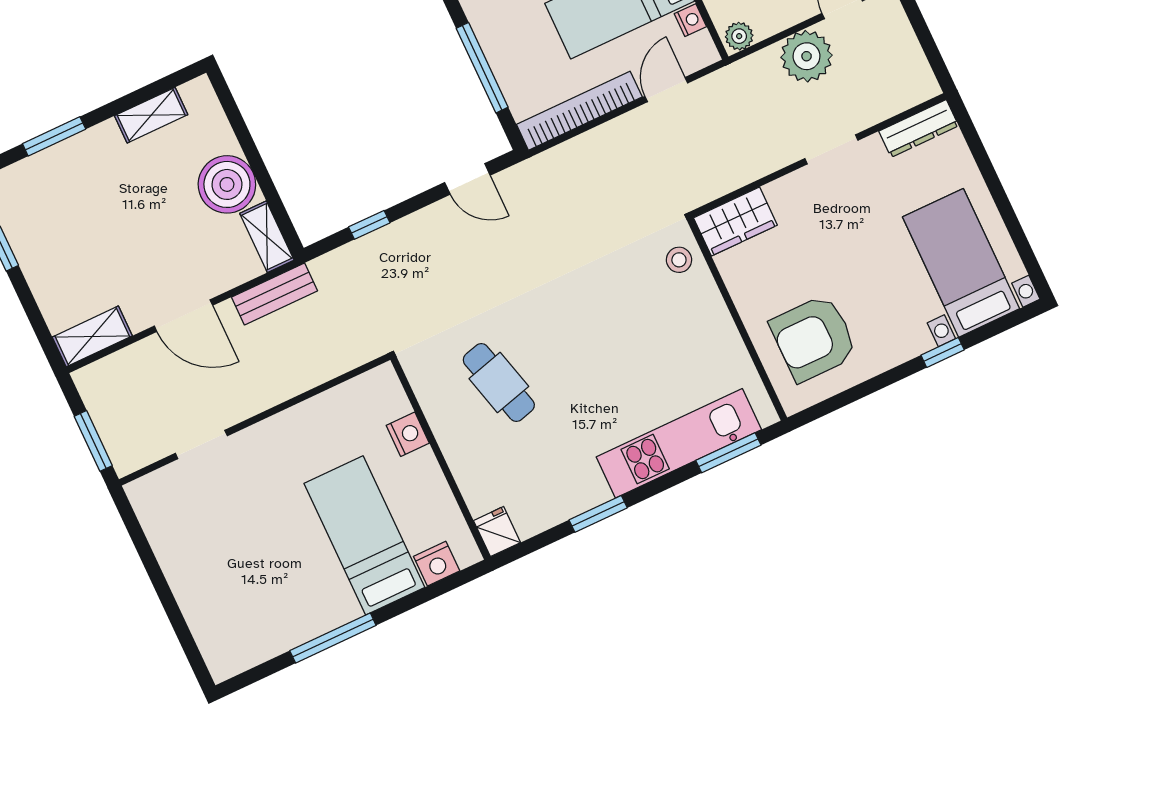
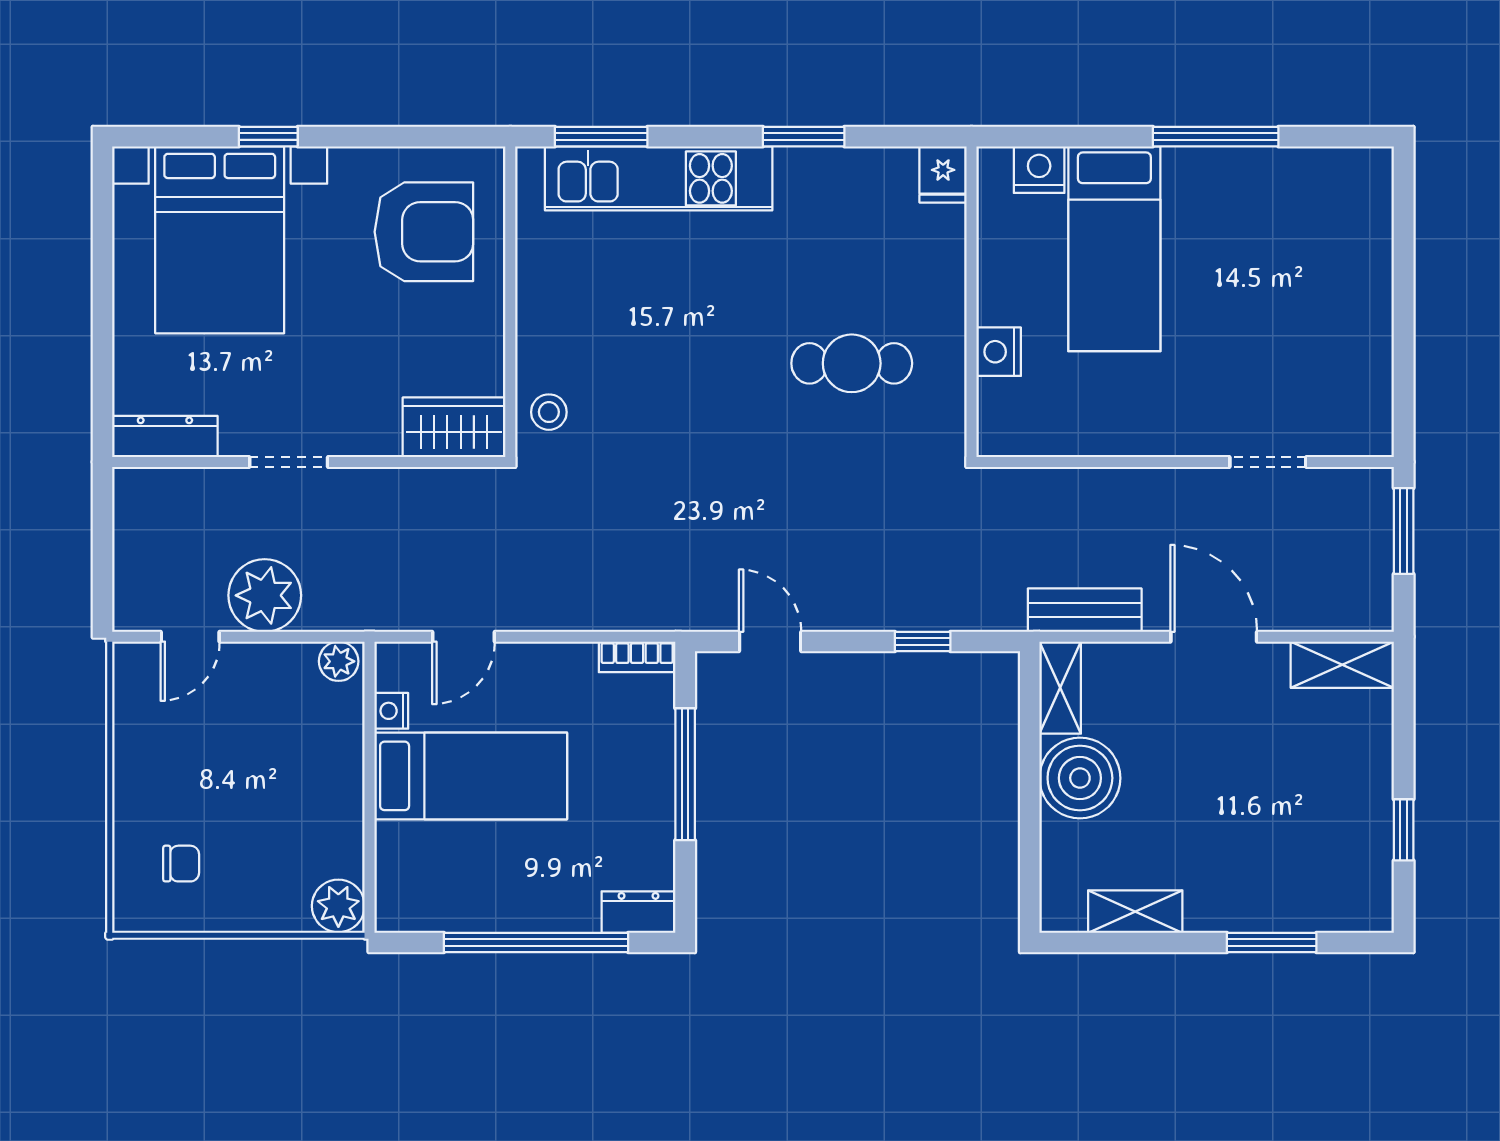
bookcase: (579, 111) -> (637, 657), width x0.43, depth x0.76
bed with nightstands: (961, 263) -> (220, 240), width x1.36
cafe table: (499, 382) -> (852, 363), turned -75

